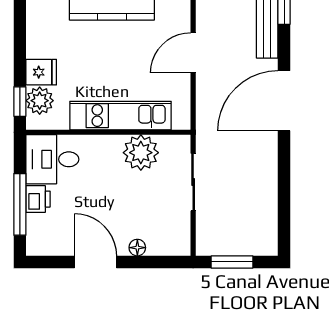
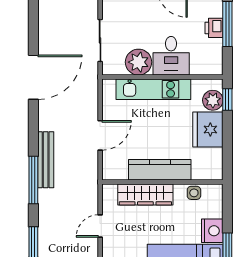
fridge: (41, 72) -> (208, 129), width x1.88, depth x1.34
door: (284, 101) -> (33, 77), moved
desk: (52, 159) -> (171, 56), moved, turned 90

